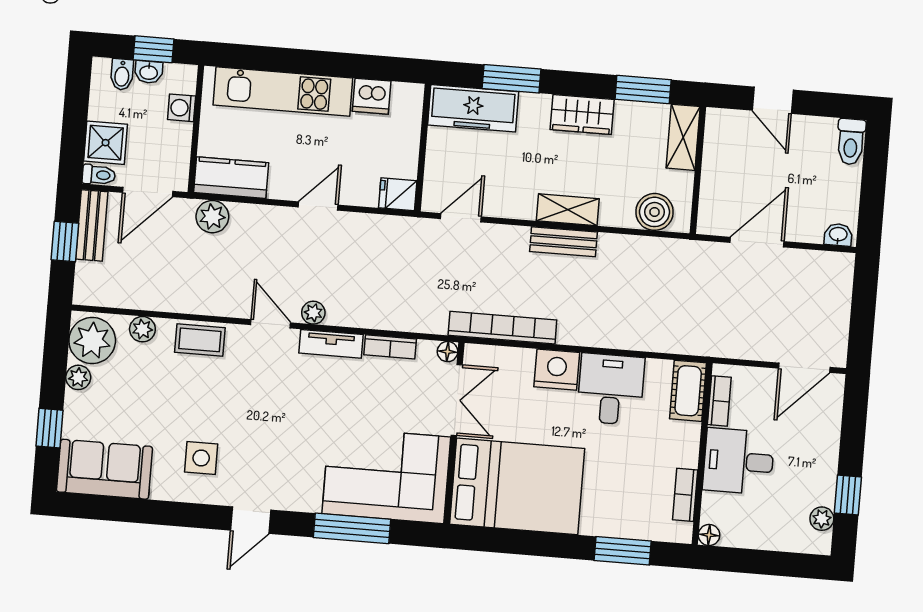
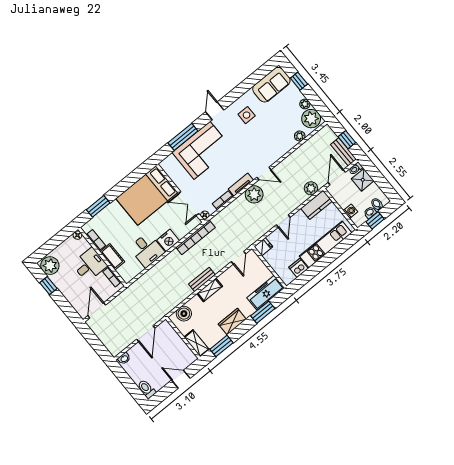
plant: (313, 313) -> (254, 194), width x1.88, depth x1.88
coffee table: (200, 340) -> (280, 149), removed
cot: (688, 391) -> (112, 257), moved
corner sofa: (386, 475) -> (202, 150), moved
plant: (822, 519) -> (50, 266), width x1.88, depth x1.88

